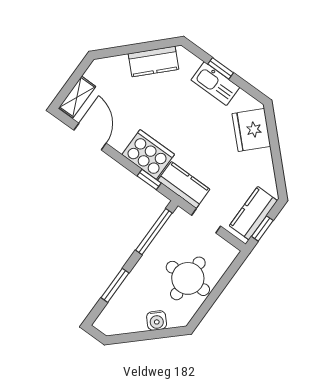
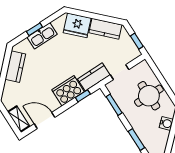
kitchen counter: (253, 213) -> (105, 29), moved, turned -45
window: (154, 232) -> (114, 105), width x0.69

